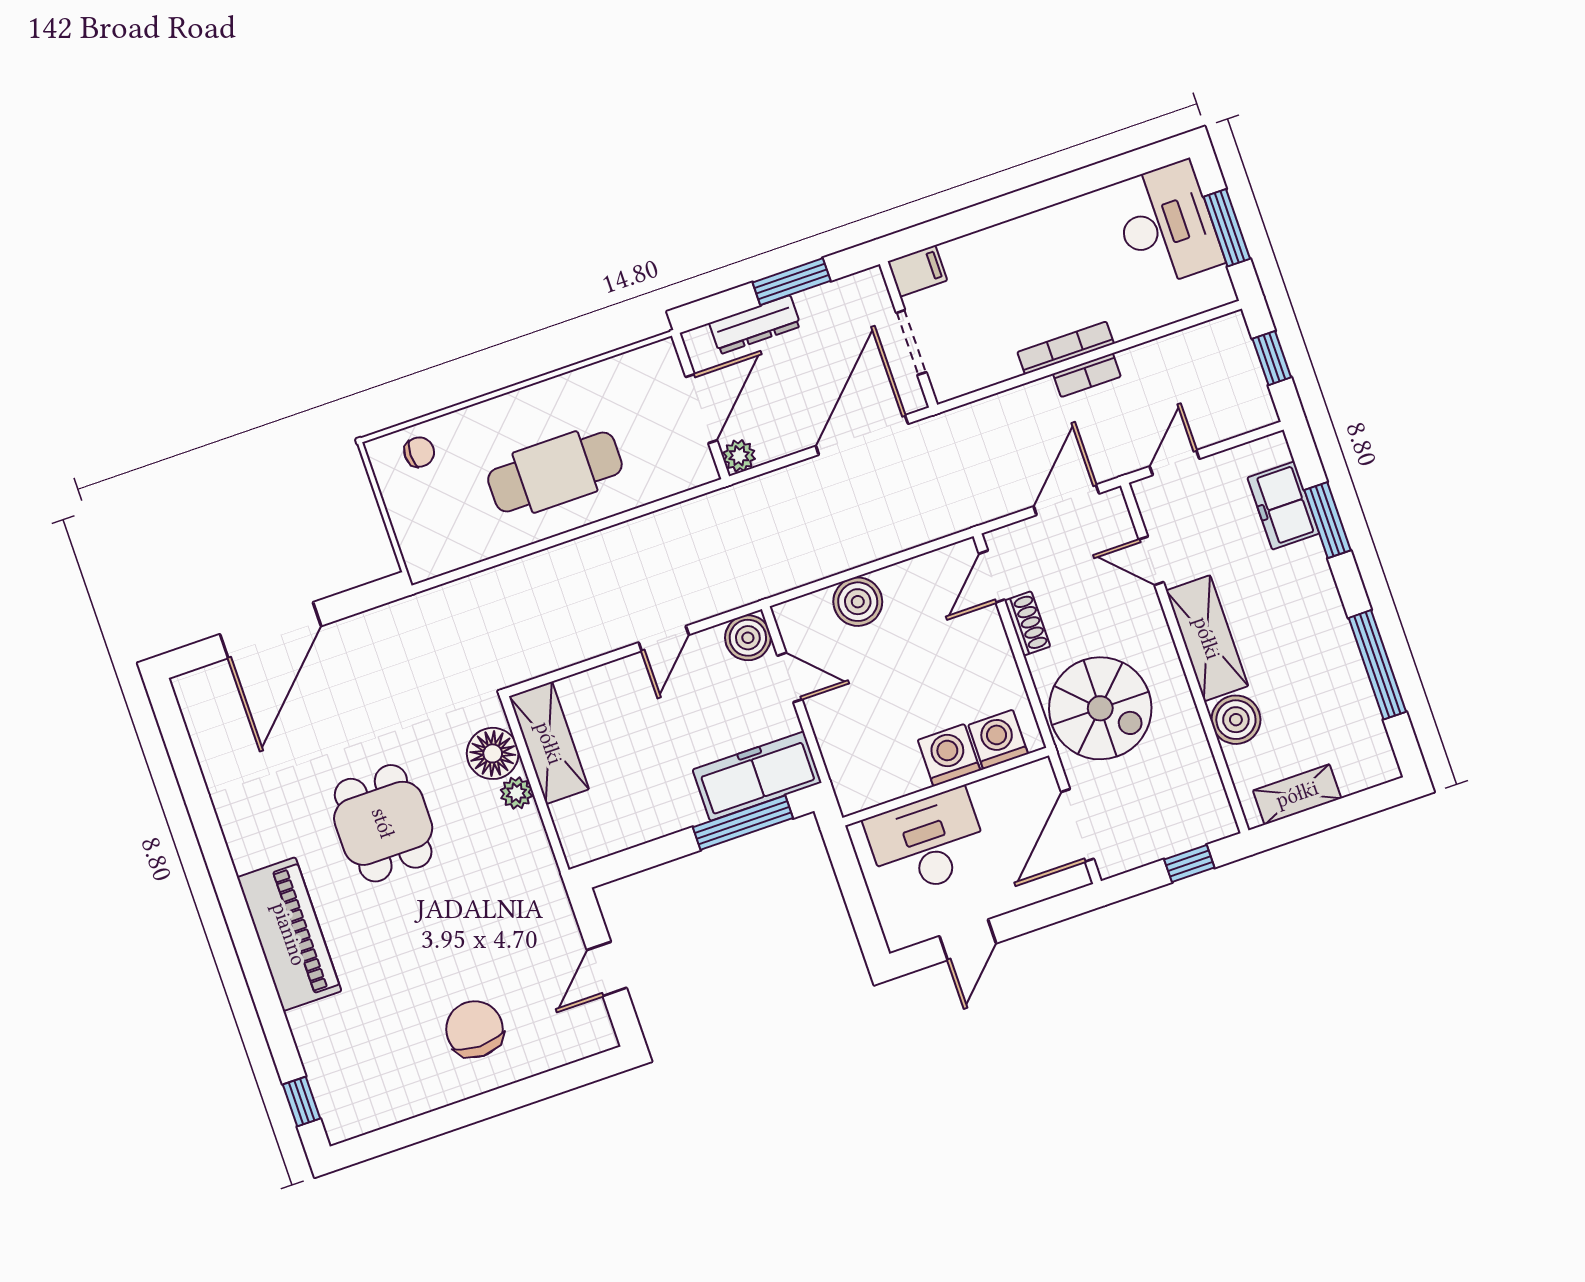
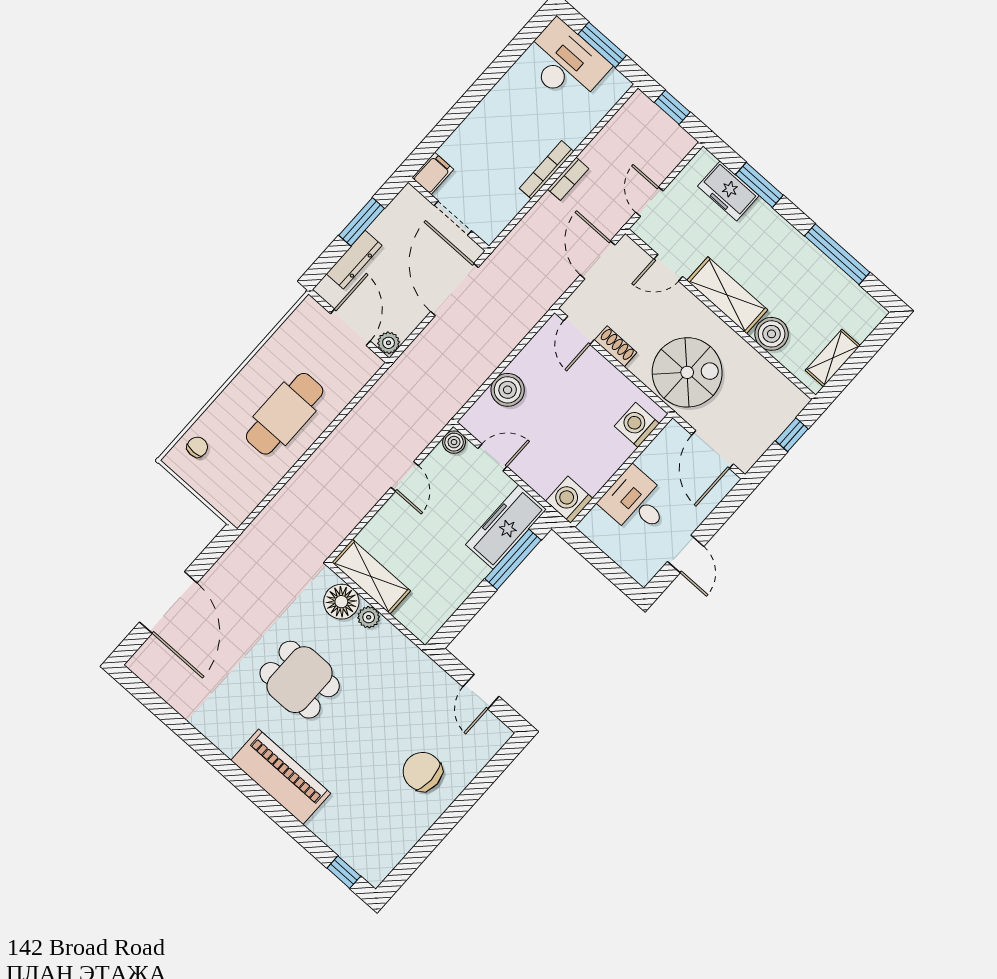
boiler: (748, 638) -> (454, 442), width x0.73, depth x0.73
washing machine: (949, 755) -> (569, 500), moved
desk: (927, 843) -> (636, 502), width x0.73

